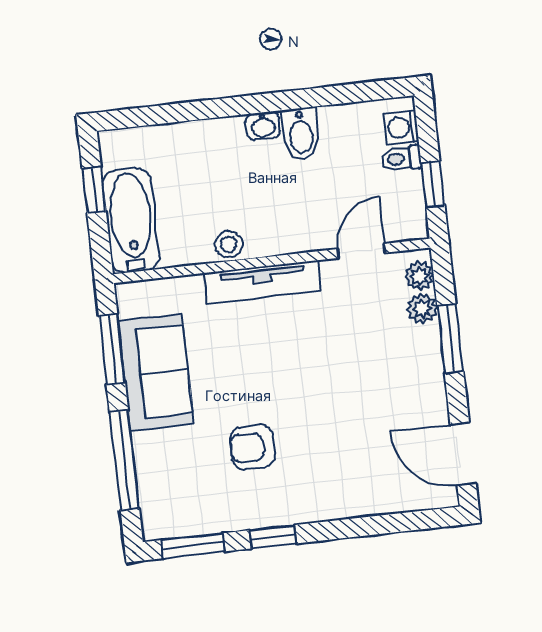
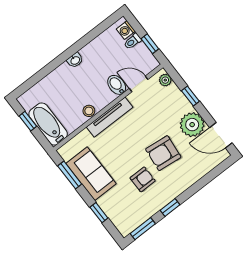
bidet: (301, 133) -> (117, 85), moved, turned 180
door: (361, 251) -> (139, 84), hinge flipped
plant: (422, 309) -> (192, 125), moved, width x1.88, depth x1.88
window: (450, 338) -> (190, 96), width x0.67
armchair: (326, 420) -> (163, 153), added
armchair: (253, 447) -> (143, 179), turned 180
window: (124, 460) -> (99, 213), width x0.46

